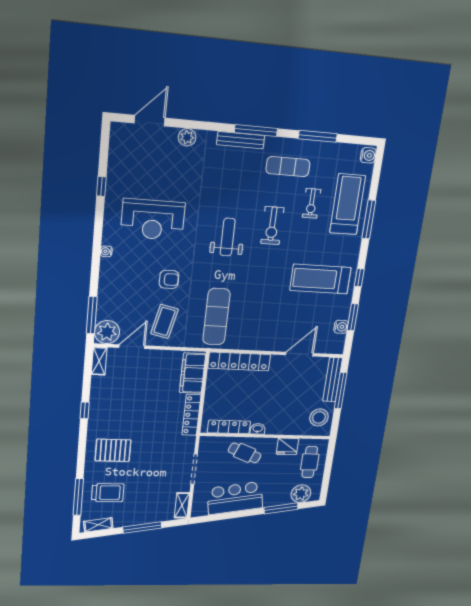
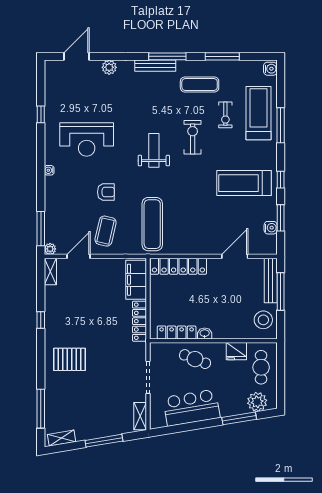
exercise bike: (272, 226) -> (193, 137), turned 180
plant: (107, 332) -> (50, 249), width x0.53, depth x0.53
trolley: (108, 493) -> (68, 404), removed

